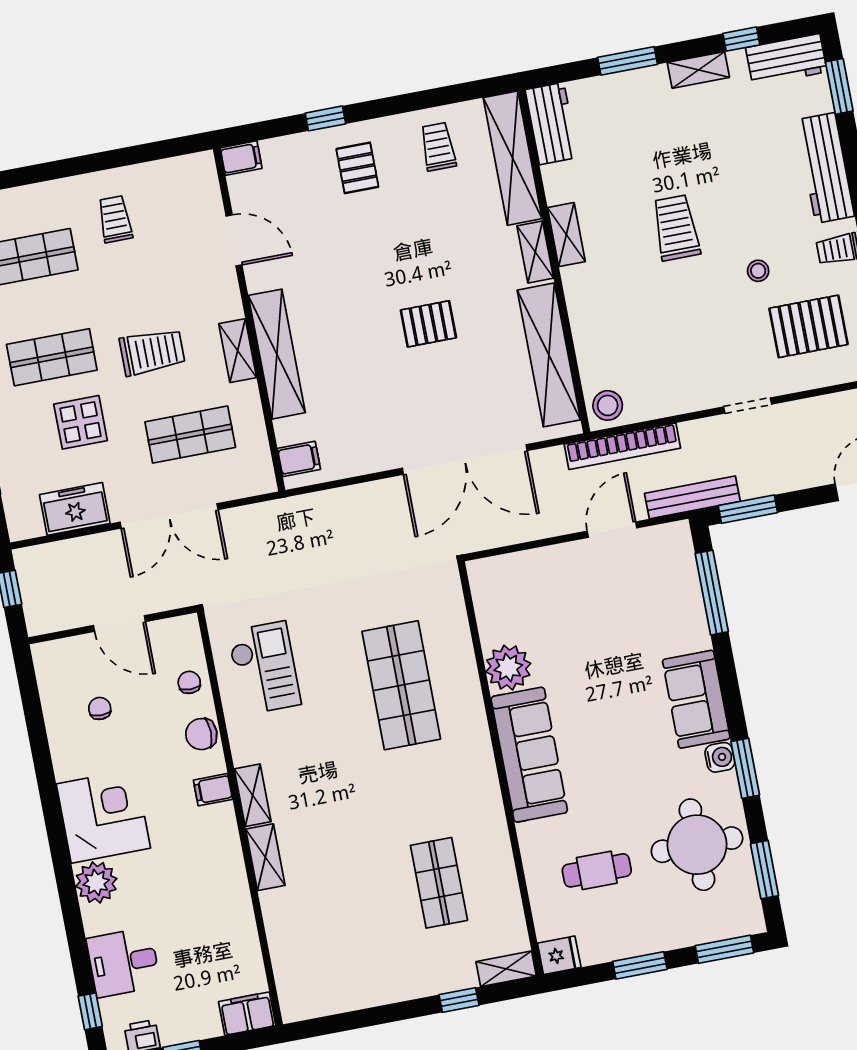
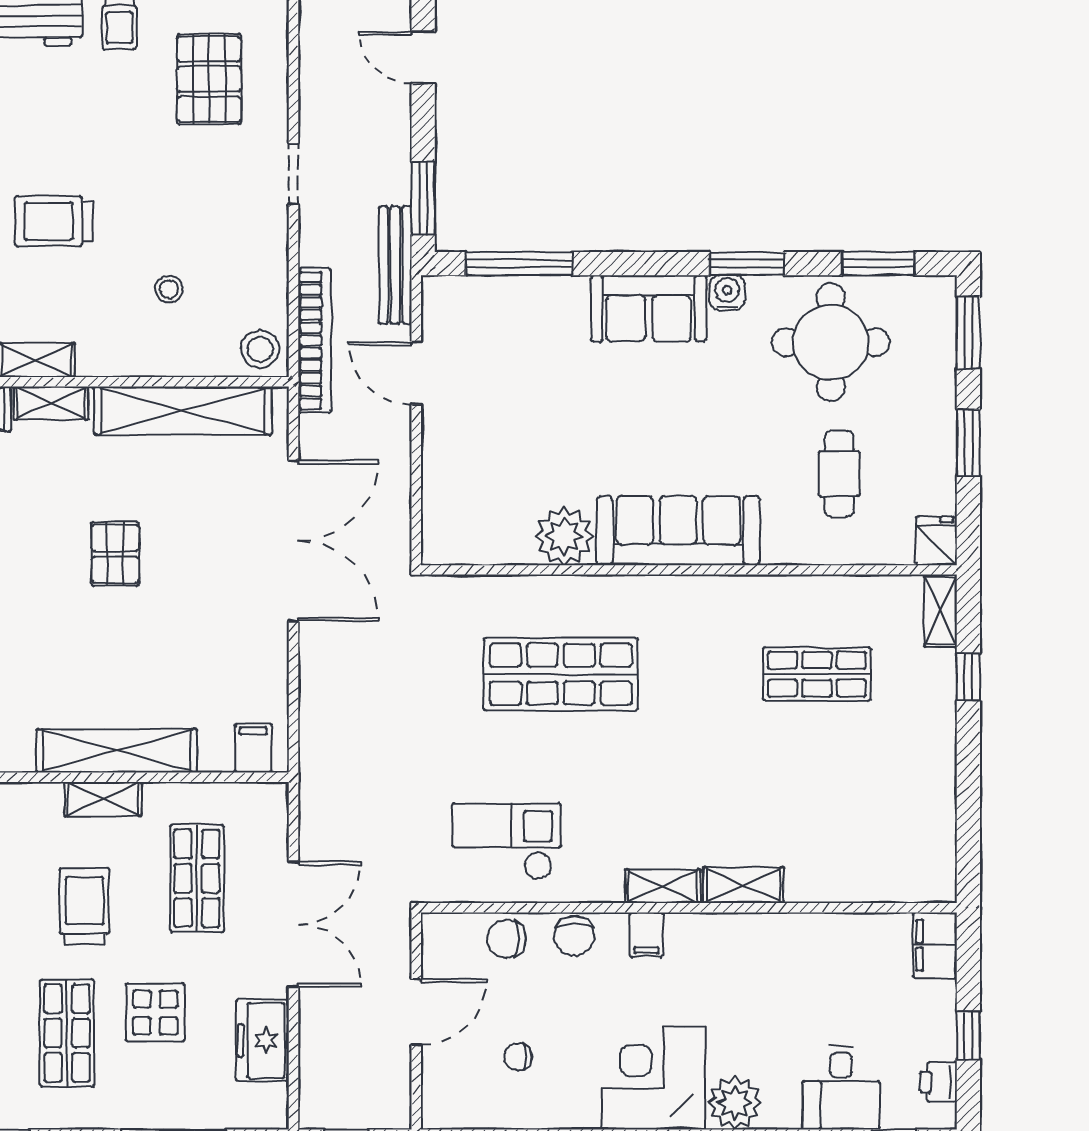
stool: (758, 271) -> (169, 289), moved
chair: (189, 682) -> (507, 939), width x1.37, depth x1.37

